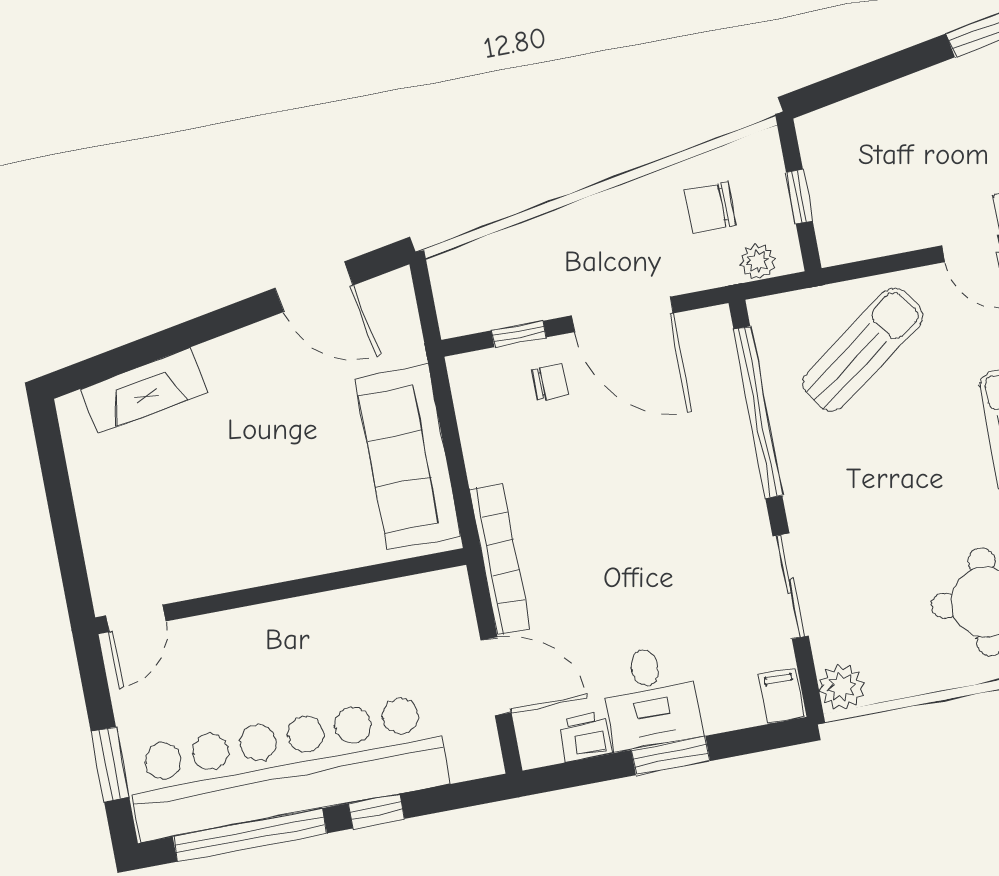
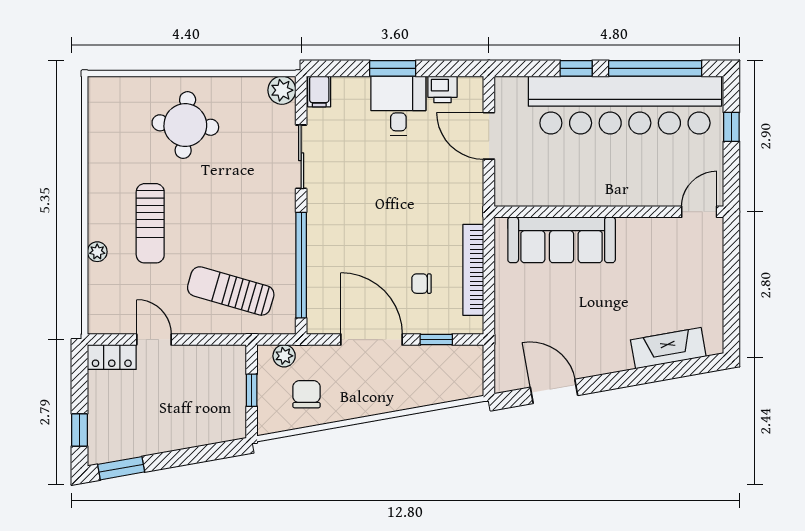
chair: (710, 207) -> (307, 394), turned -90
sun lounger: (863, 350) -> (231, 291), turned 52
chair: (551, 382) -> (421, 284), moved
sofa: (408, 457) -> (562, 240), moved, turned 90
bookcase: (500, 559) -> (473, 270), moved
window: (110, 764) -> (731, 127), width x0.67

